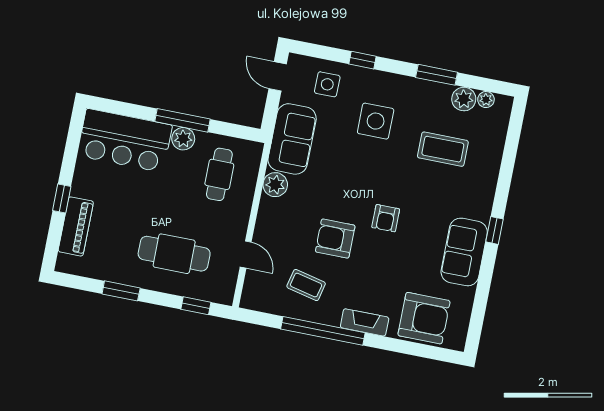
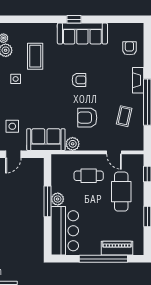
side table: (376, 121) -> (16, 79), moved, width x0.54, depth x0.54
cafe table: (219, 174) -> (89, 176), moved
window: (62, 199) -> (103, 259), width x3.17
armchair: (335, 239) -> (87, 118), moved, turned 90
sofa: (464, 252) -> (82, 33), width x1.36
door: (246, 255) -> (114, 152), swing flipped
armchair: (424, 318) -> (129, 48), width x0.53, depth x0.53

